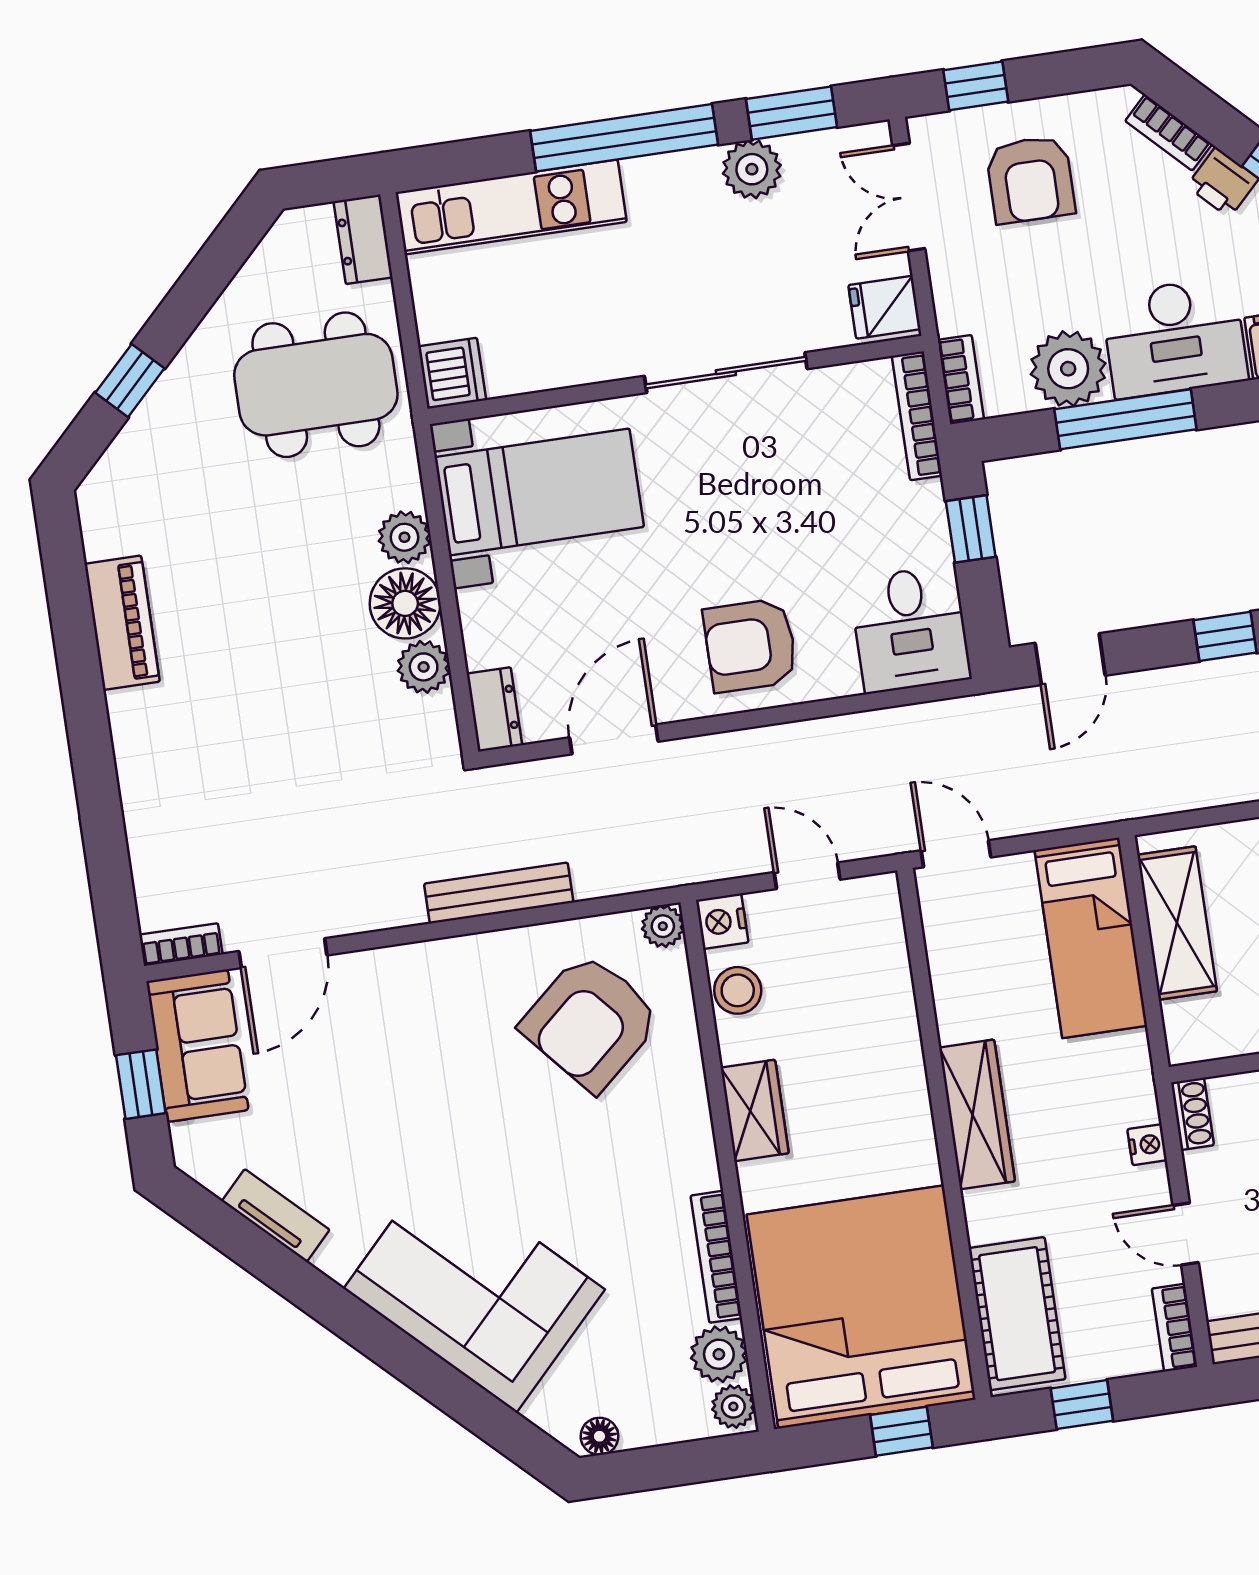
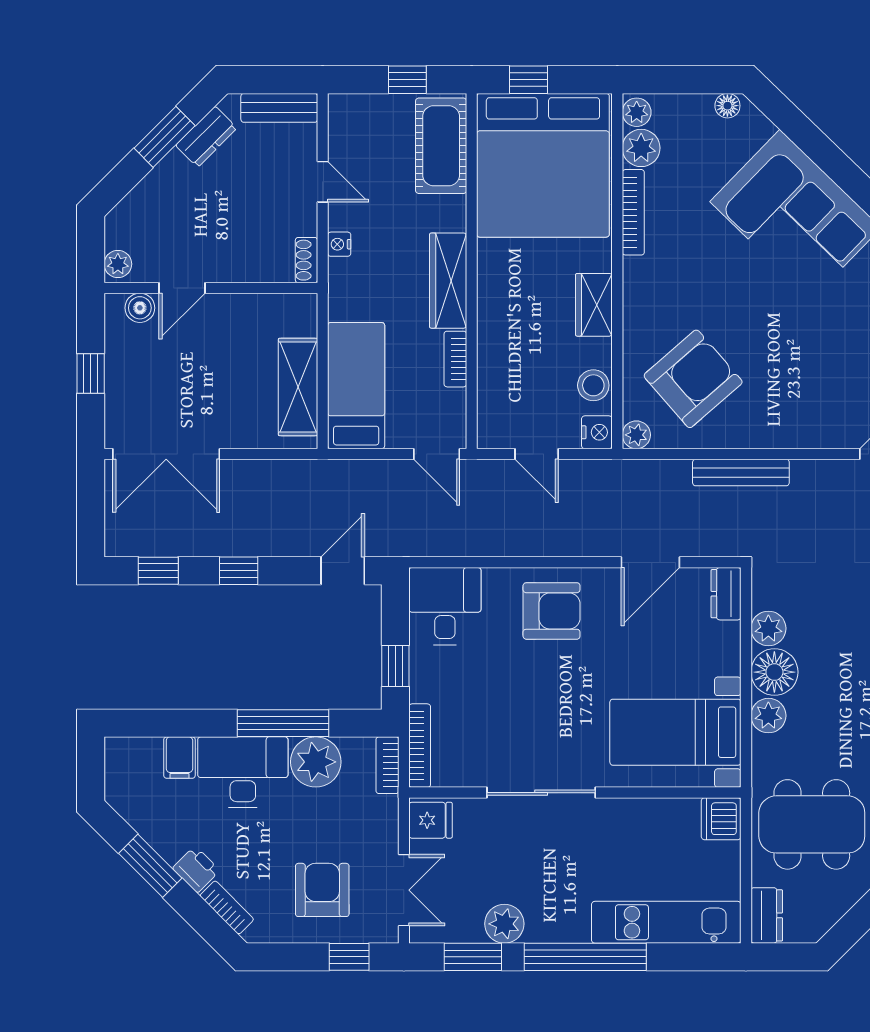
bookcase: (1175, 1328) -> (455, 359), moved, turned 180

